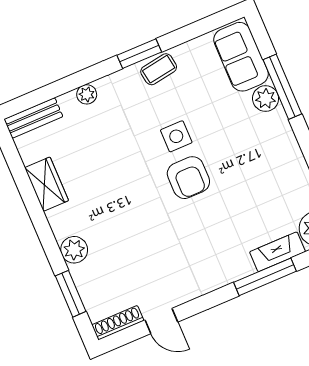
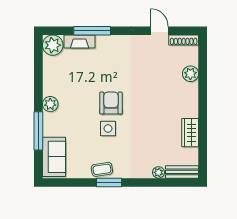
plant: (87, 94) -> (159, 172), moved
plant: (266, 99) -> (50, 104), moved
plant: (74, 250) -> (190, 74), moved
window: (71, 294) -> (203, 67), removed

